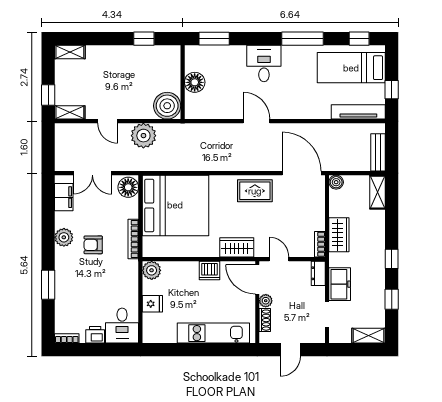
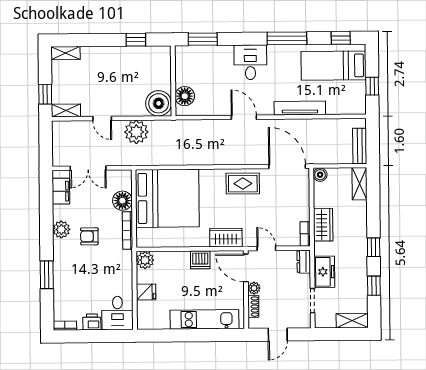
floor lamp: (195, 82) -> (185, 96), moved
tv unit: (358, 112) -> (300, 108), moved
floor lamp: (128, 187) -> (122, 201), moved

